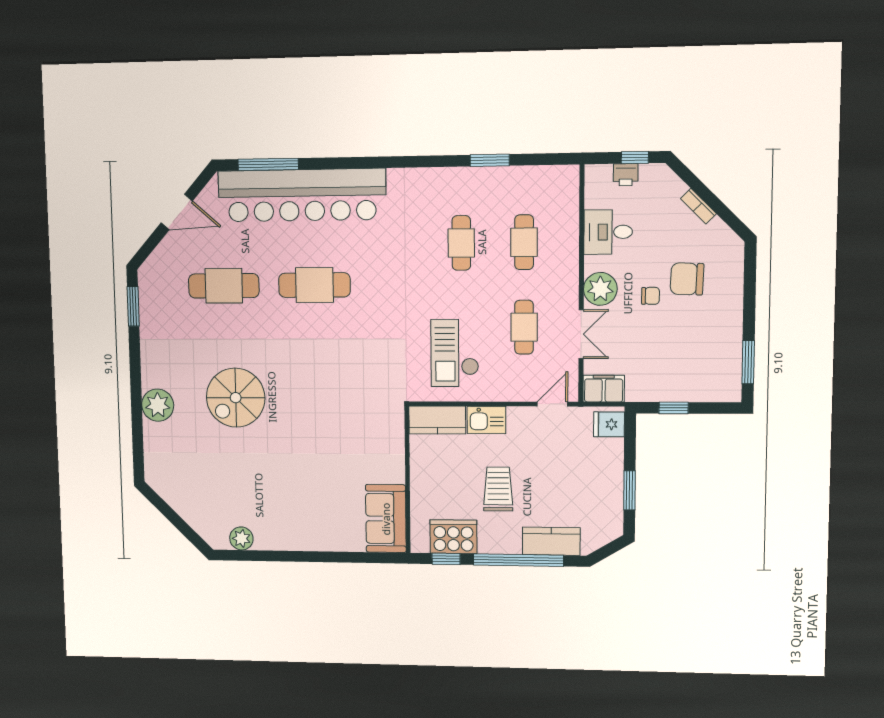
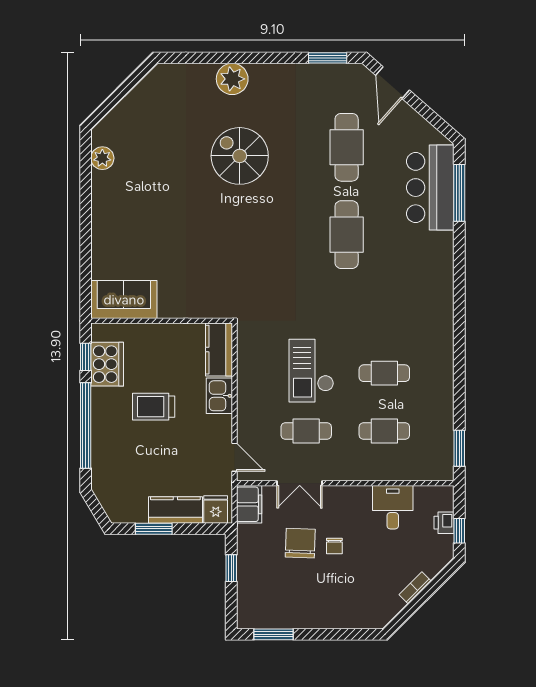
window: (490, 160) -> (459, 448), moved
bar counter: (302, 195) -> (430, 188), width x0.54
door: (177, 212) -> (393, 83), moved
chair: (687, 279) -> (300, 543), moved
plant: (600, 289) -> (341, 501), removed
checkout: (455, 353) -> (311, 371), moved, turned -90
trolley: (498, 489) -> (154, 407), turned 180
kitchen counter: (551, 541) -> (175, 510), moved, turned -90

